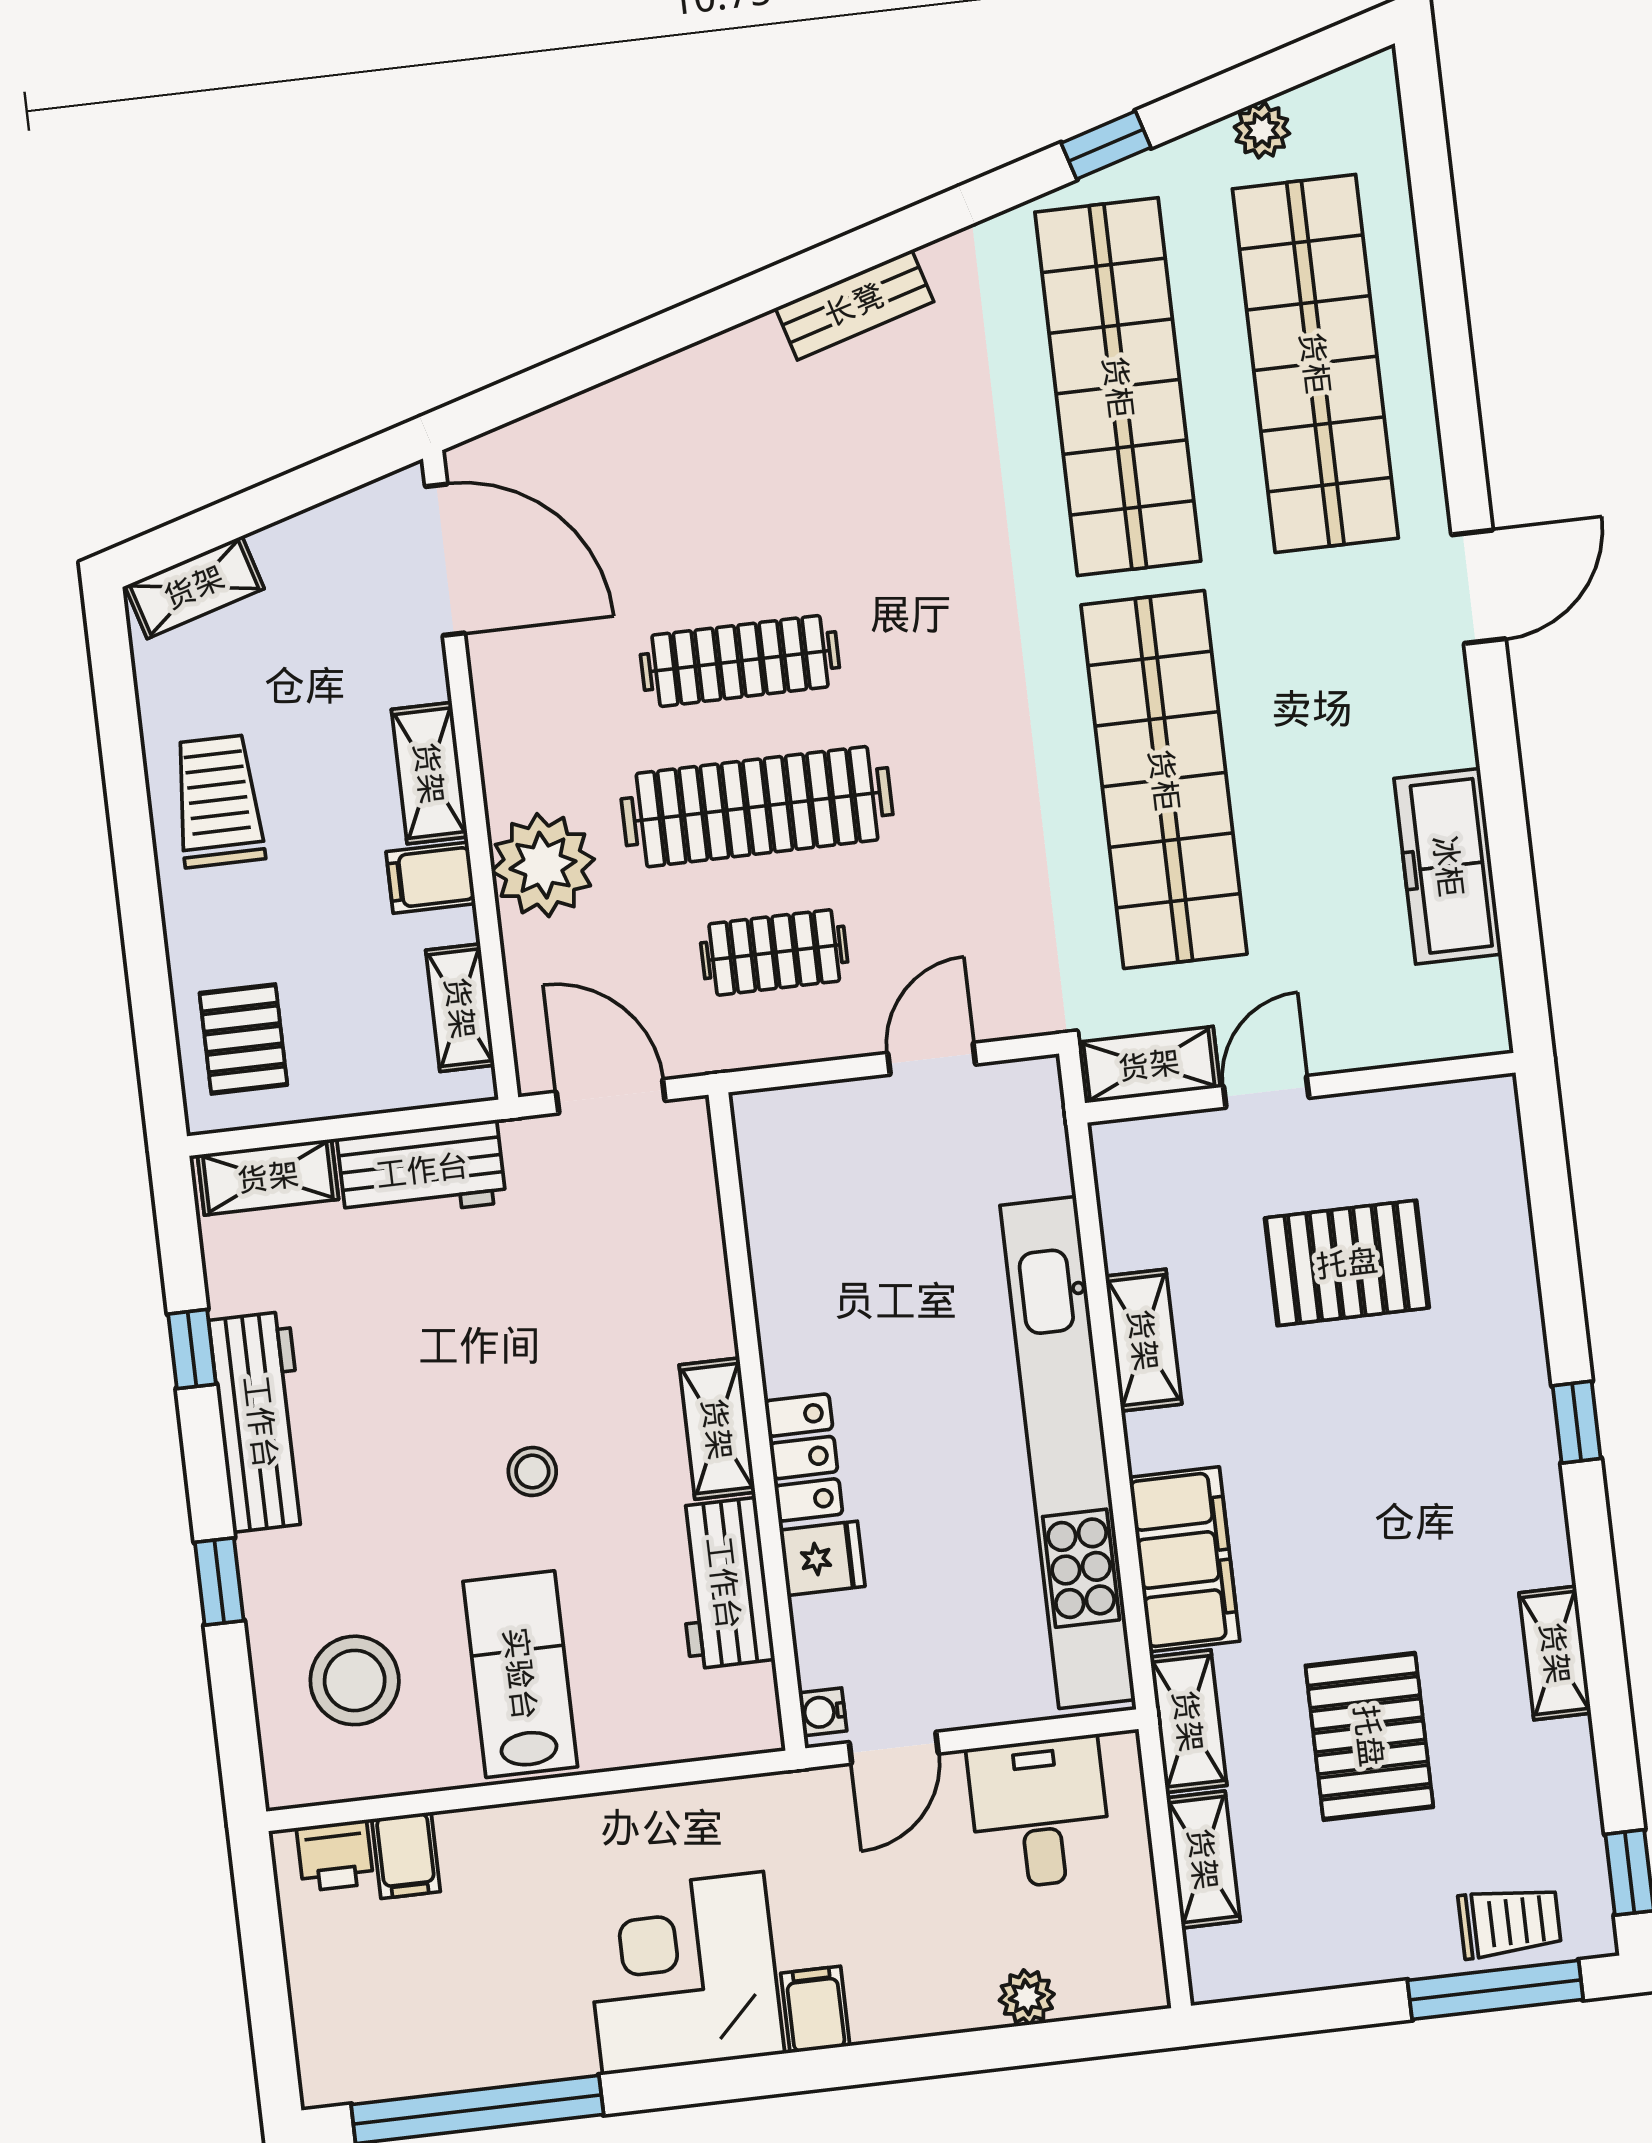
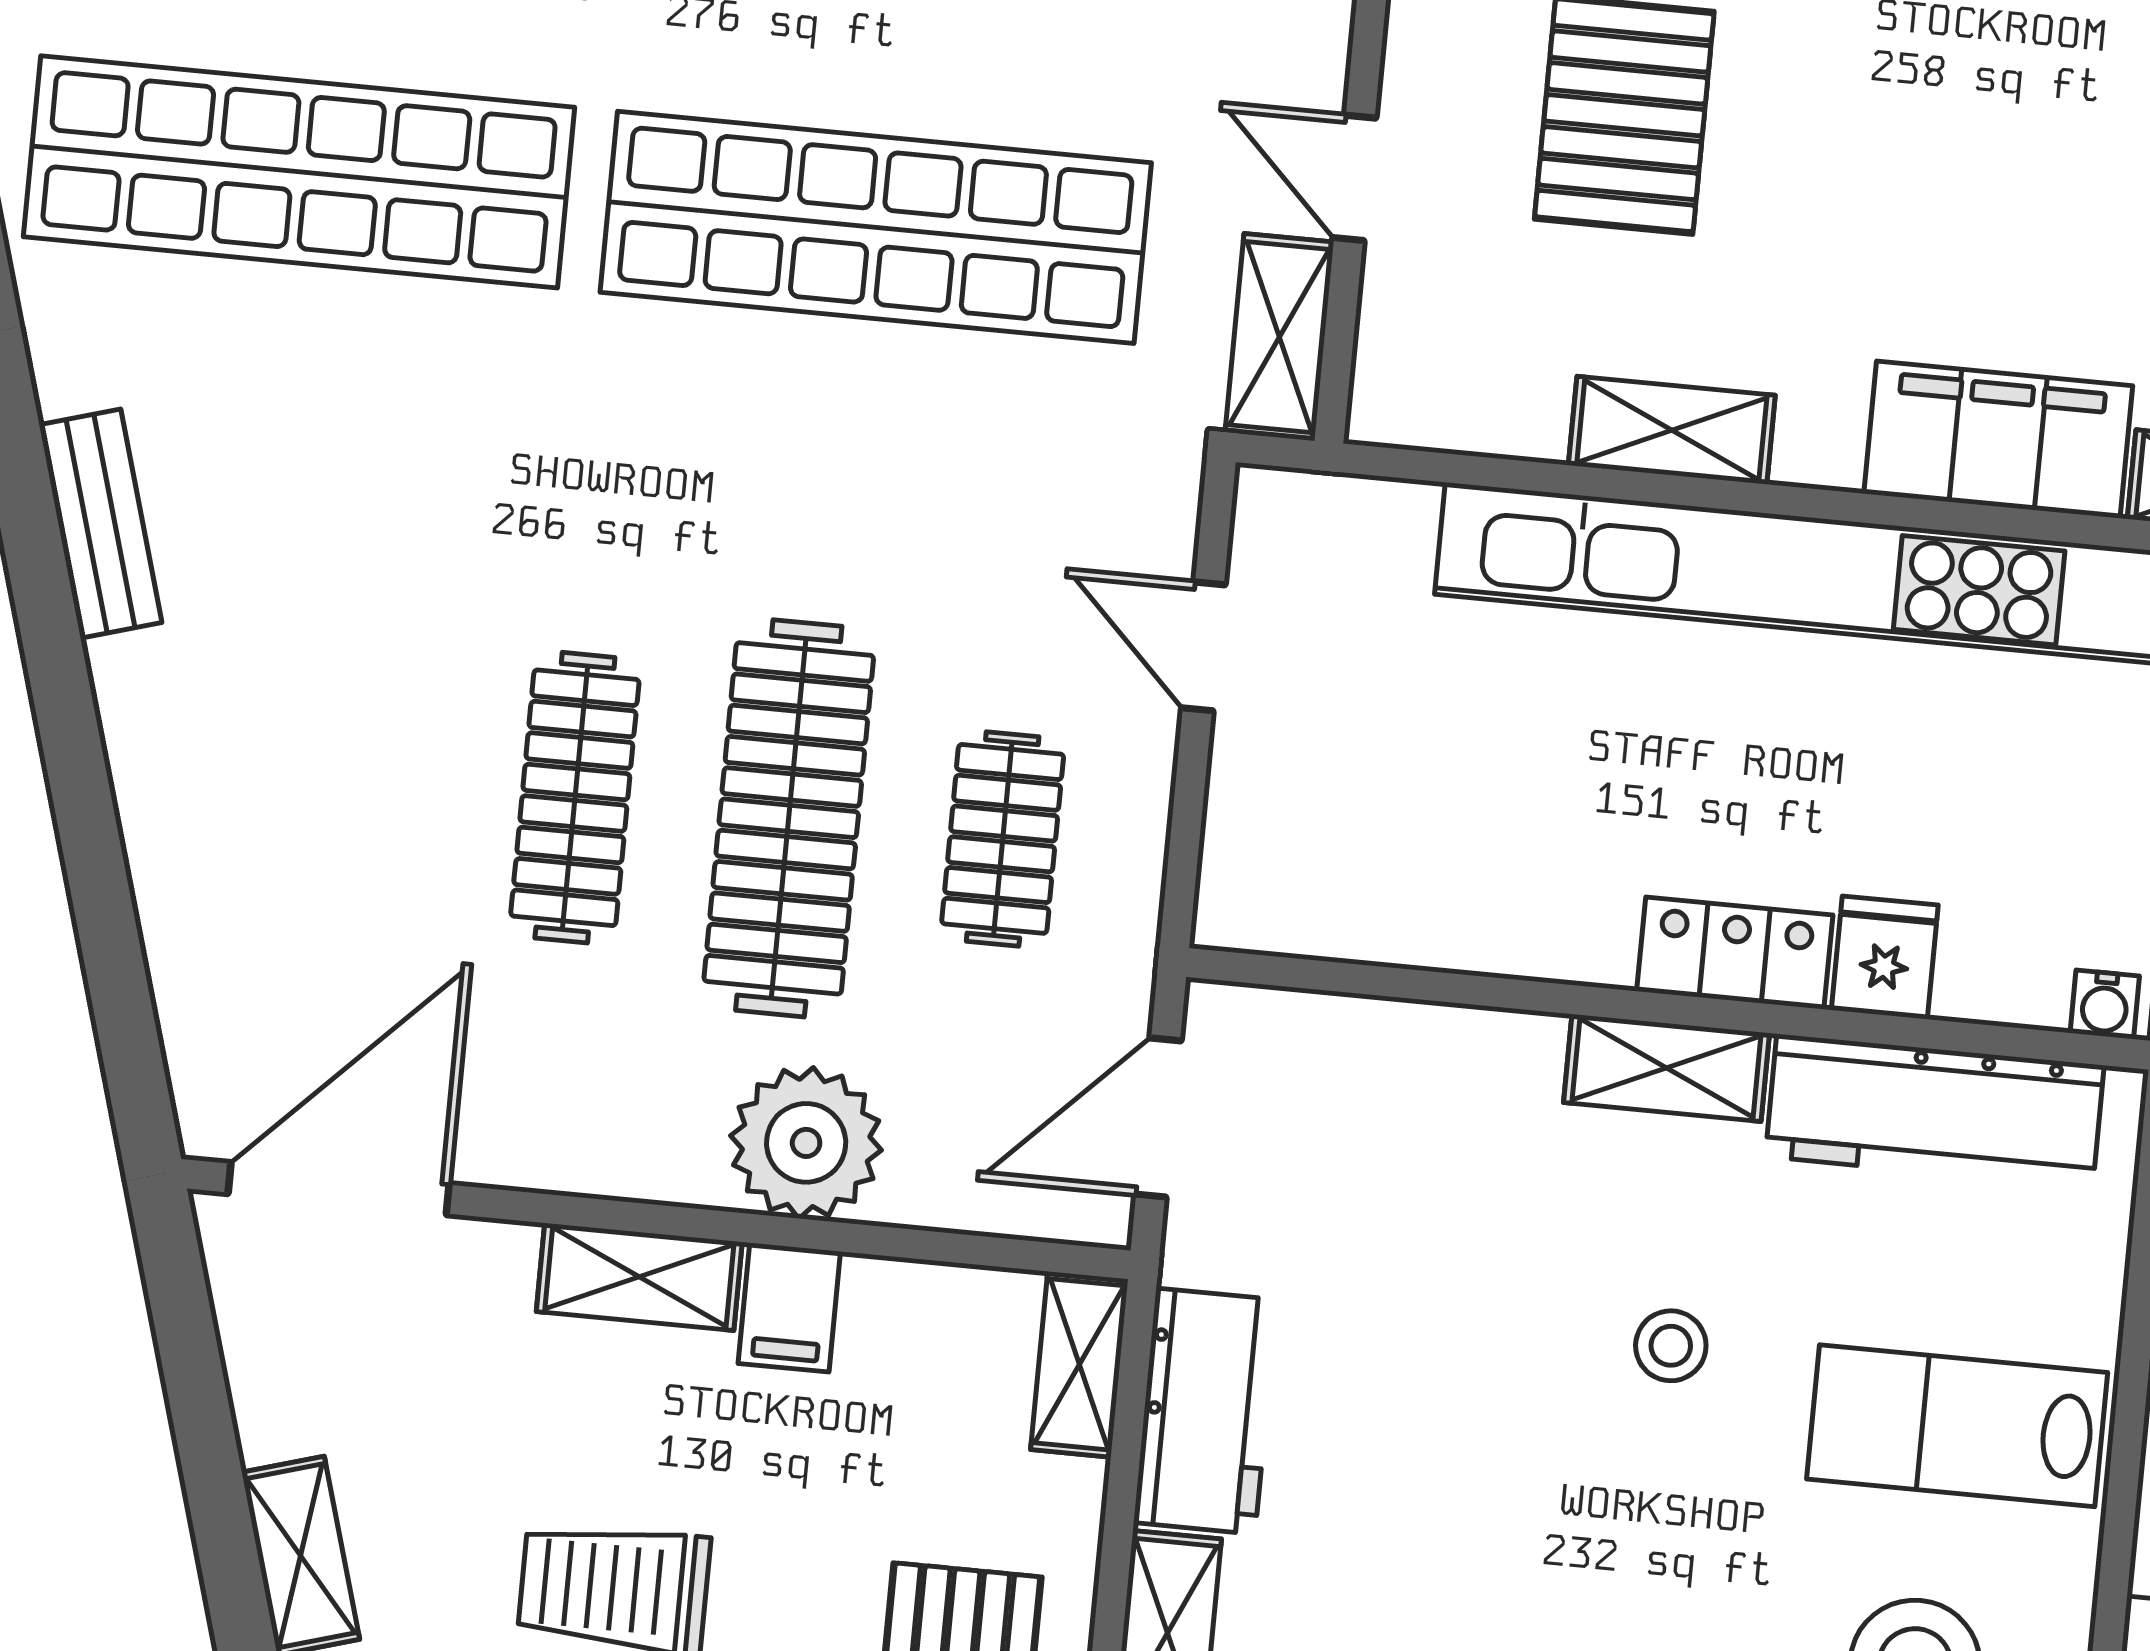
shelving: (460, 1008) -> (1079, 1364), moved, turned 90
workbench: (724, 1583) -> (1935, 1111), width x1.38

